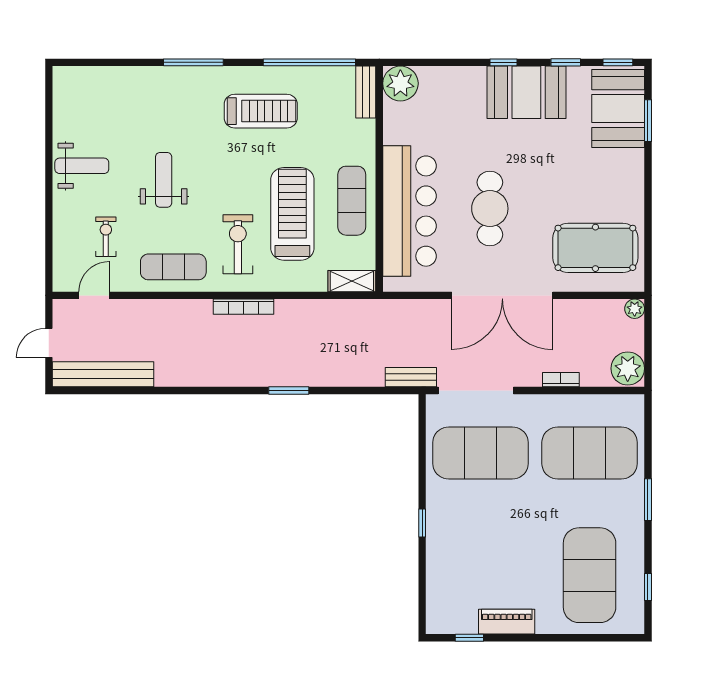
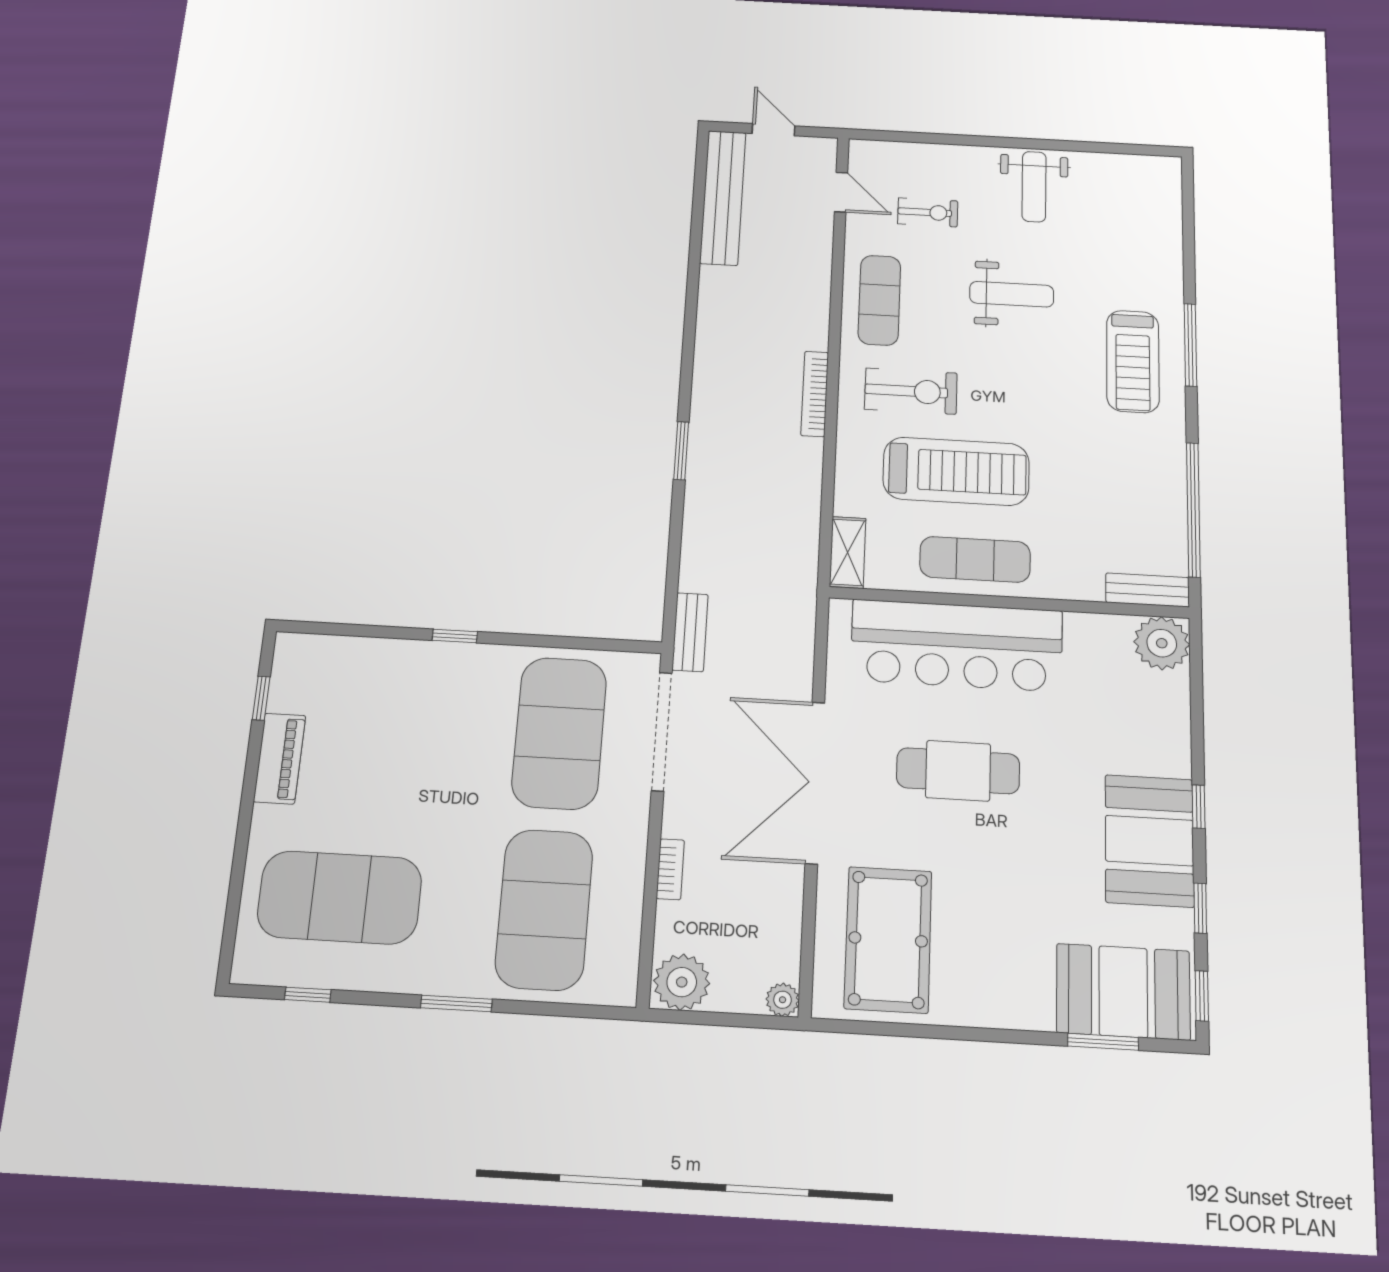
treadmill: (261, 111) -> (1133, 361), moved

